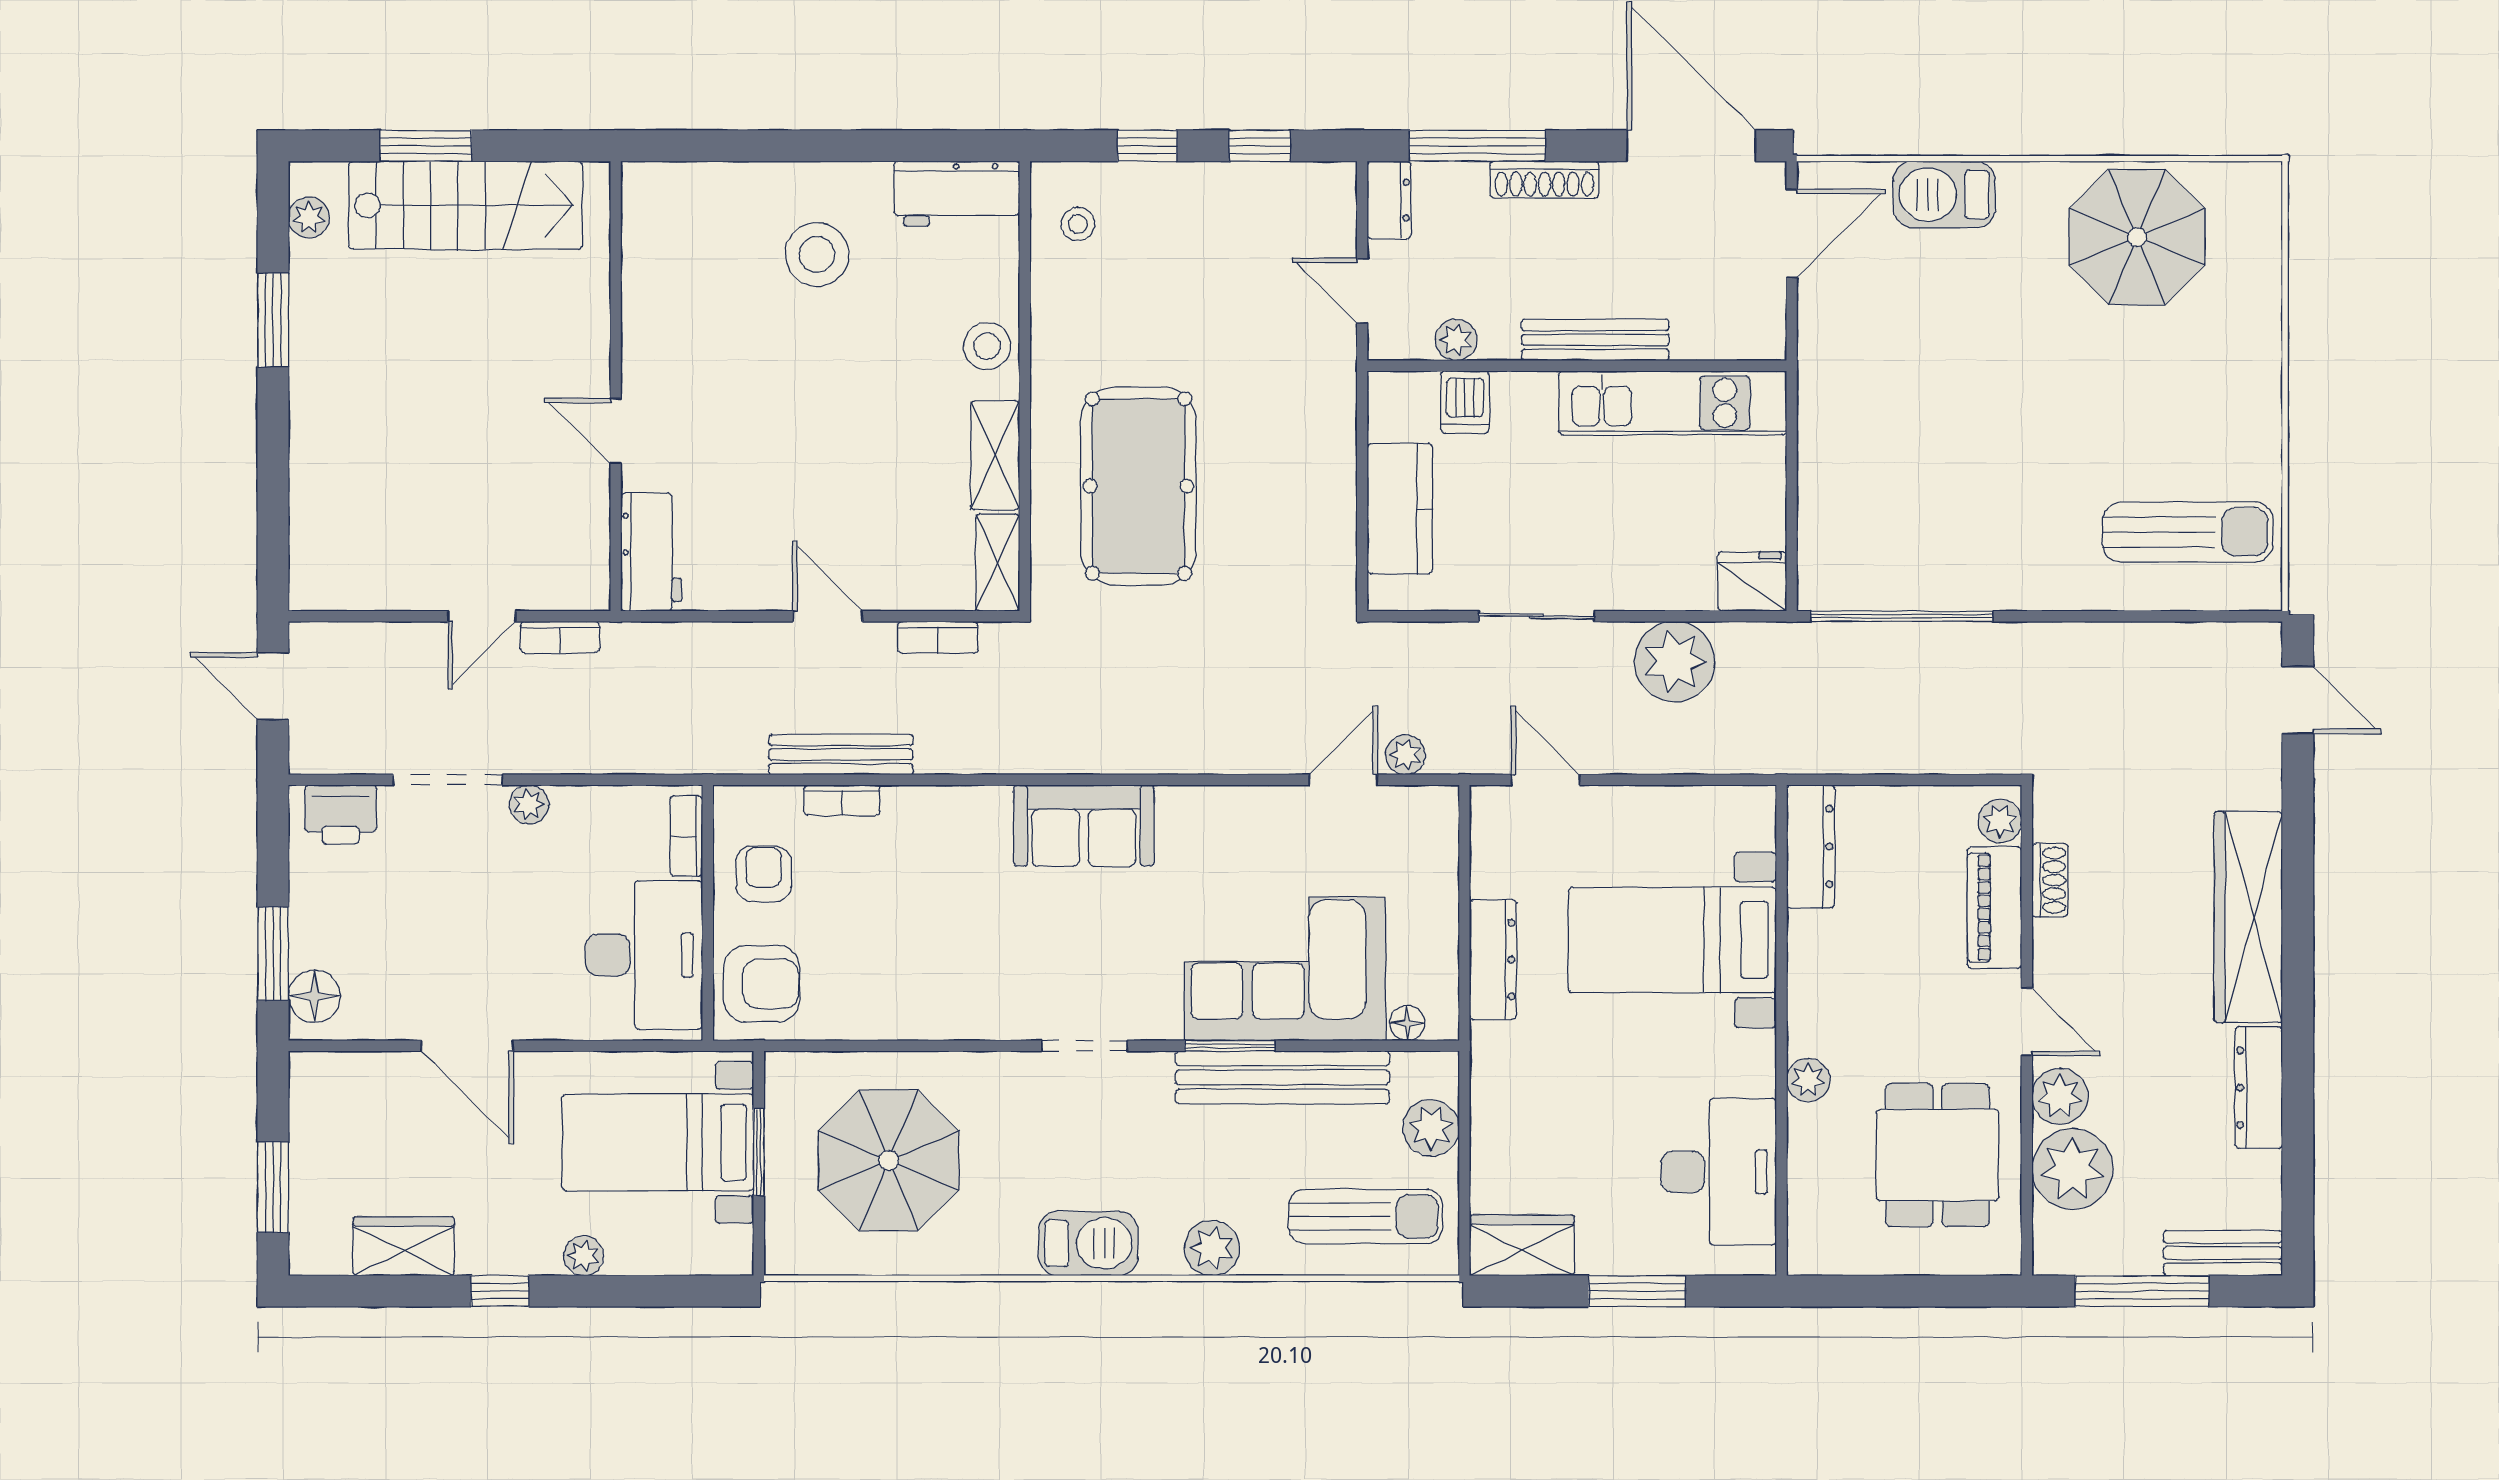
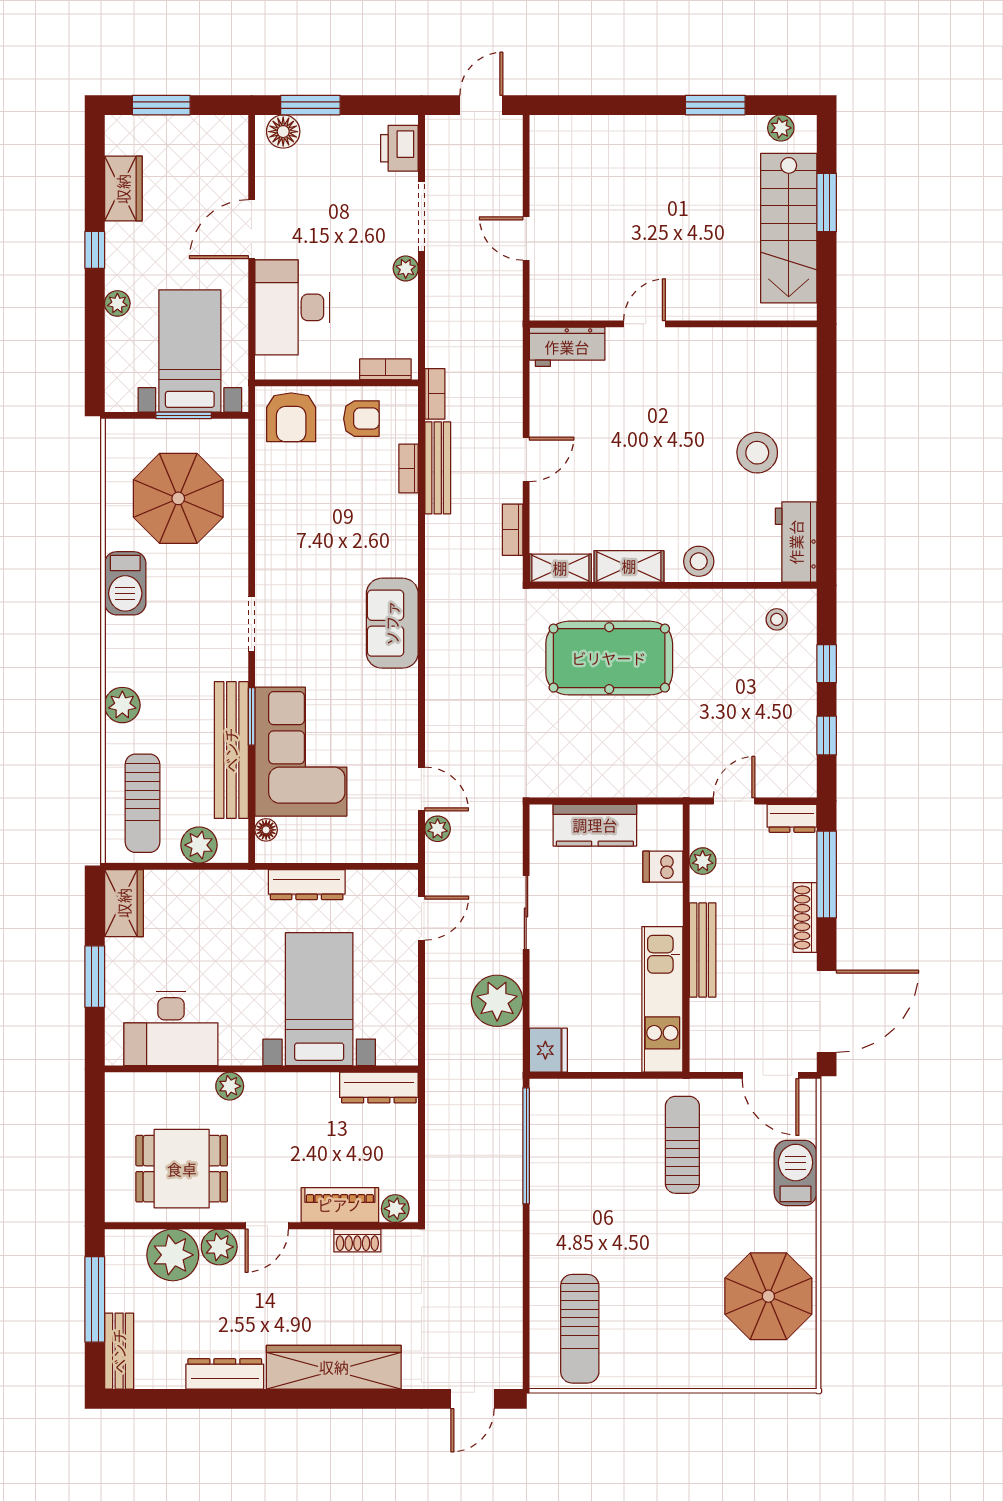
sun lounger: (1900, 372) -> (682, 1145), added
bookcase: (560, 637) -> (435, 394), moved, turned 180
desk: (644, 955) -> (292, 307), moved, turned 90
barbecue: (1088, 1243) -> (125, 583), moved

